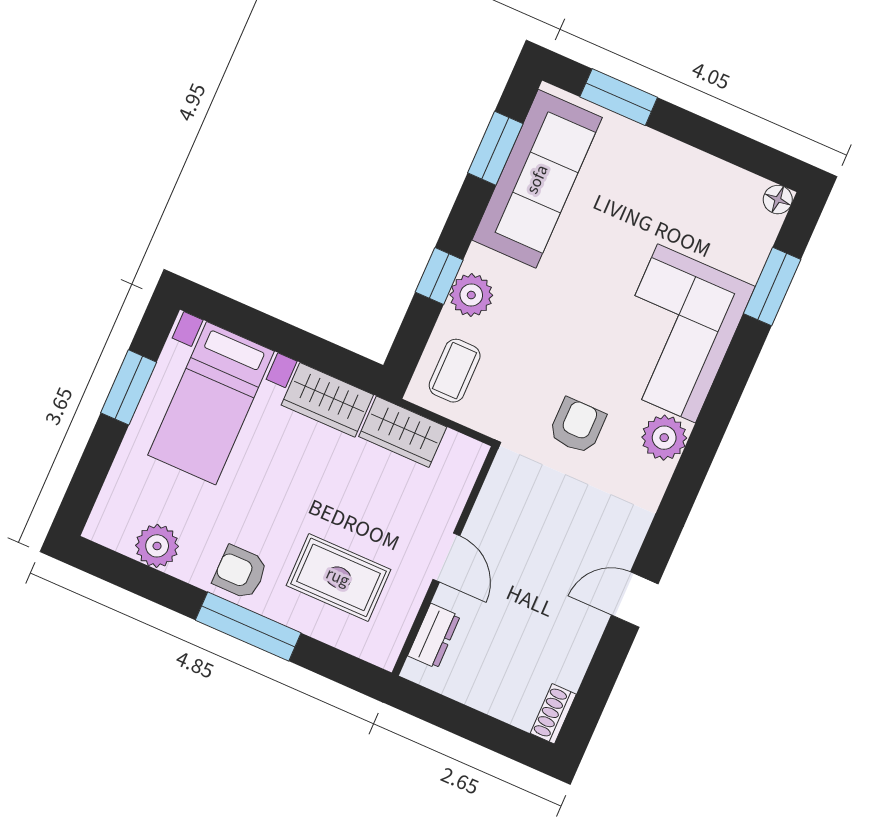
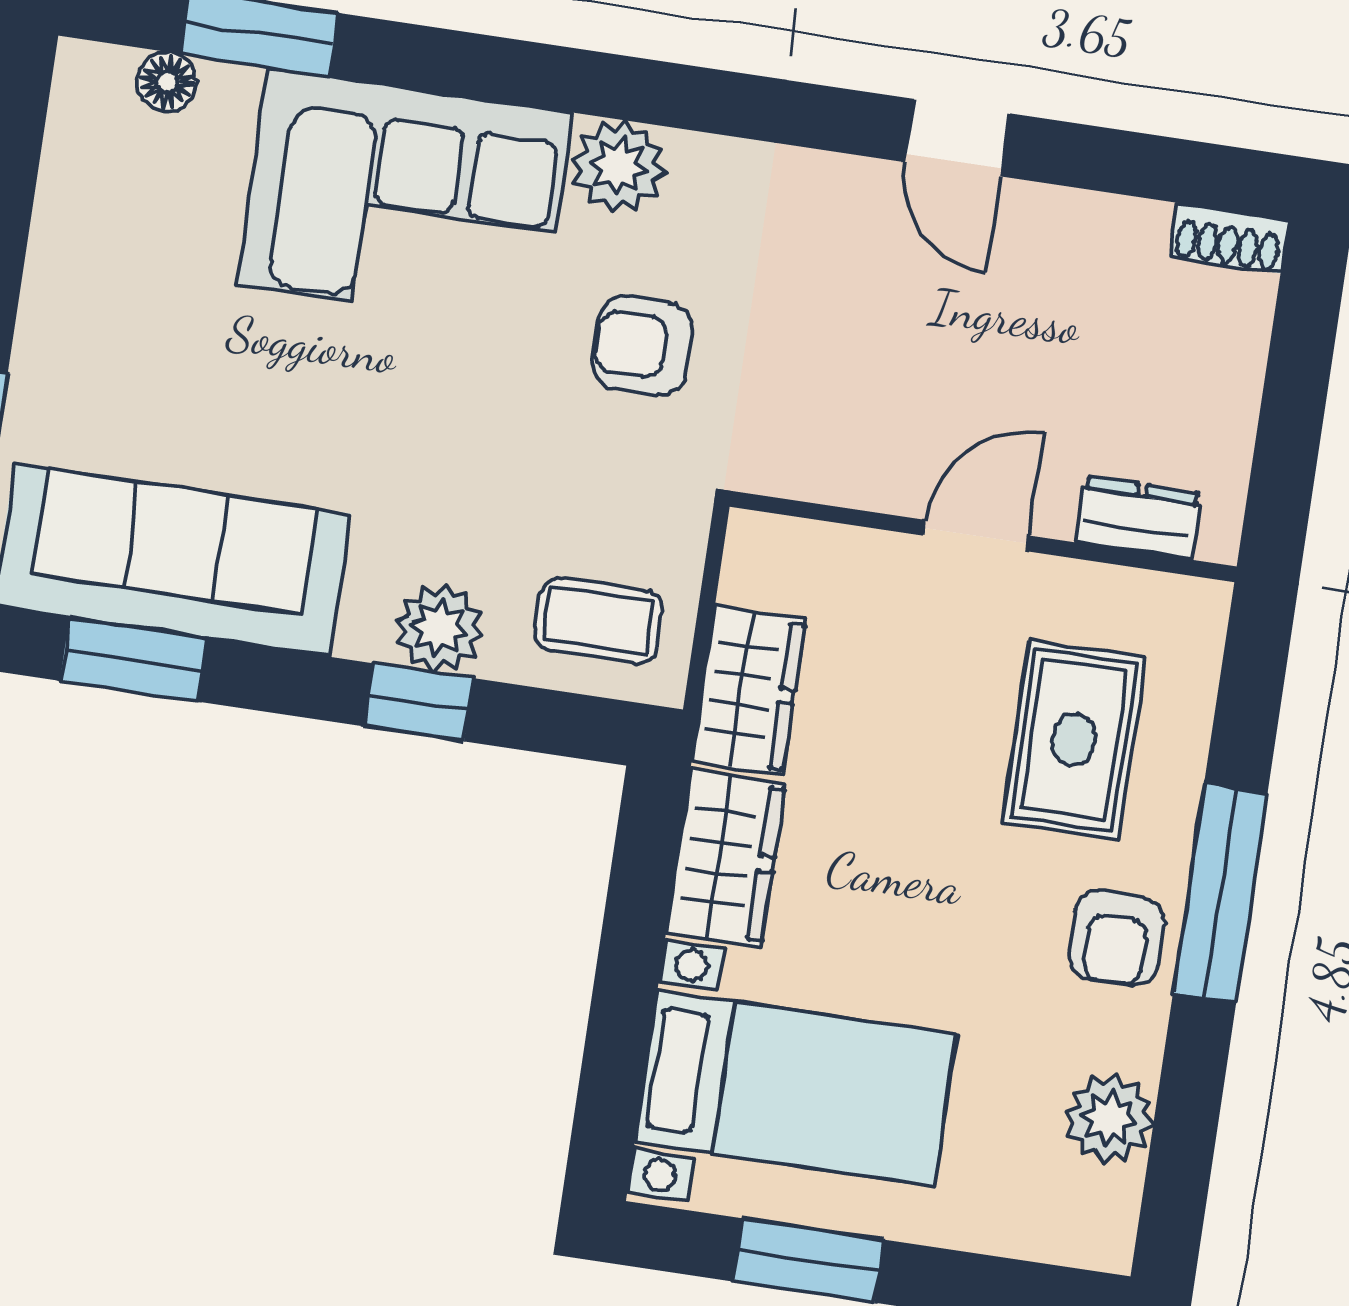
floor lamp: (778, 200) -> (167, 82), moved

